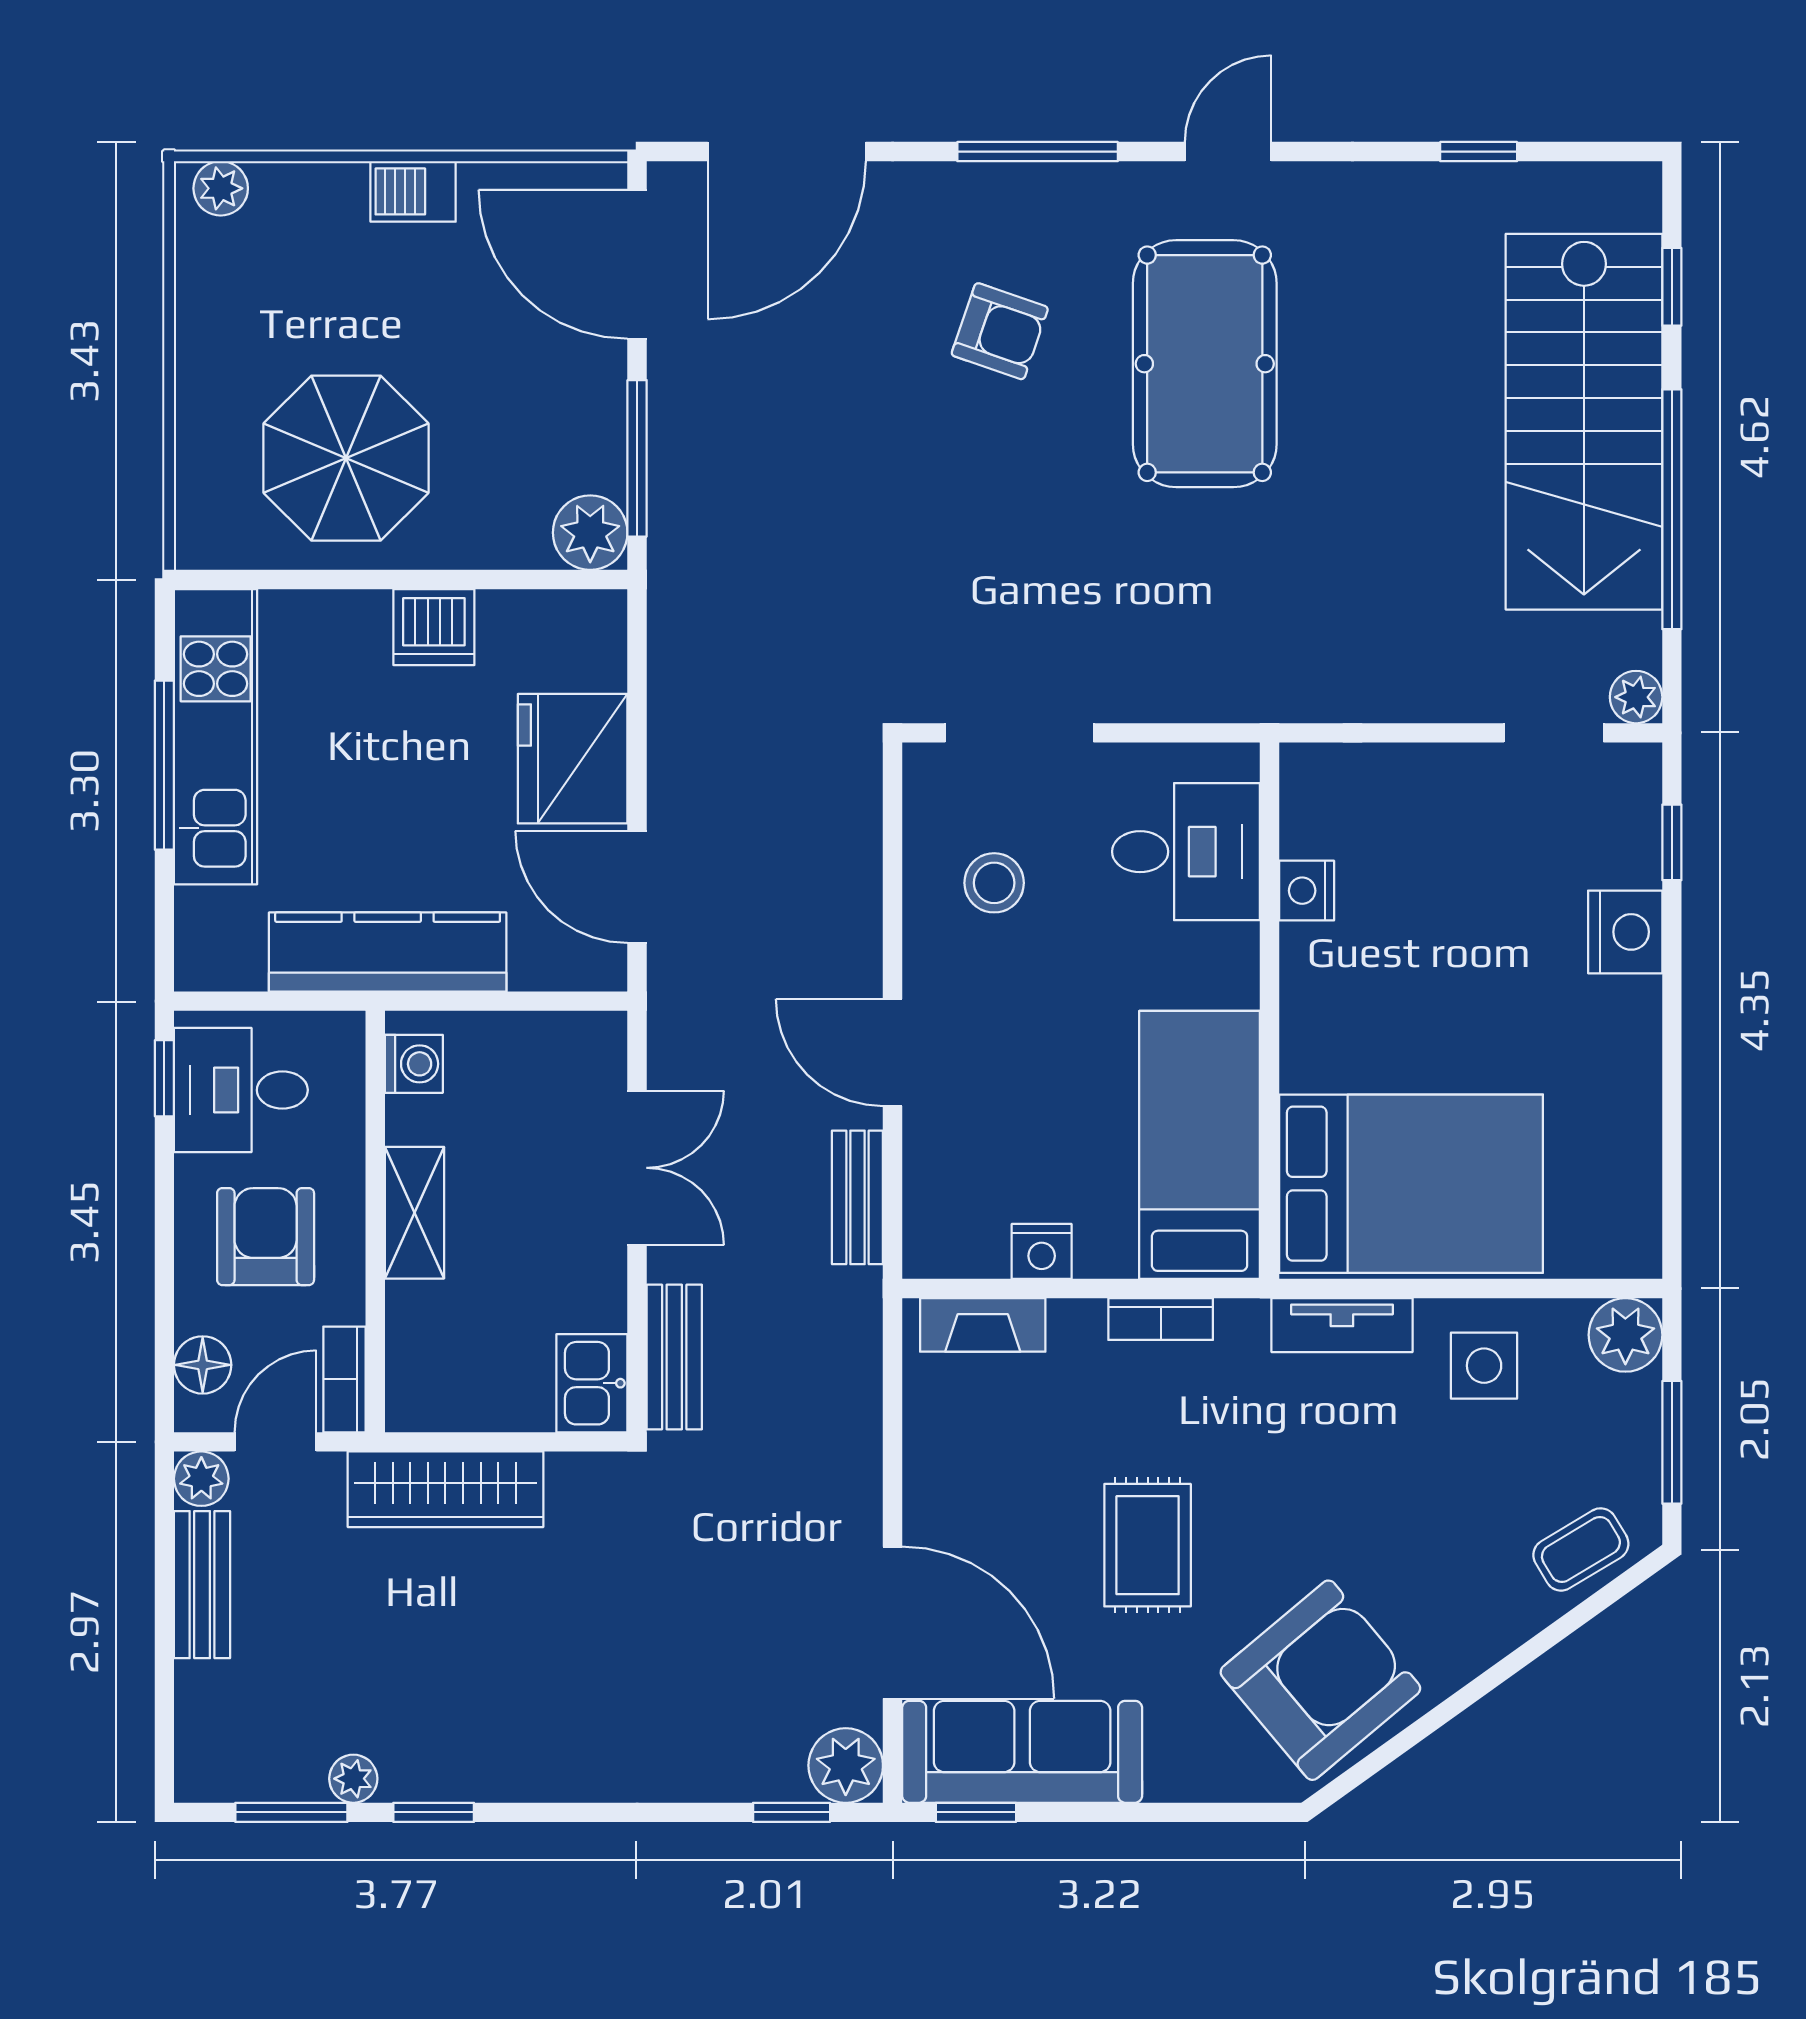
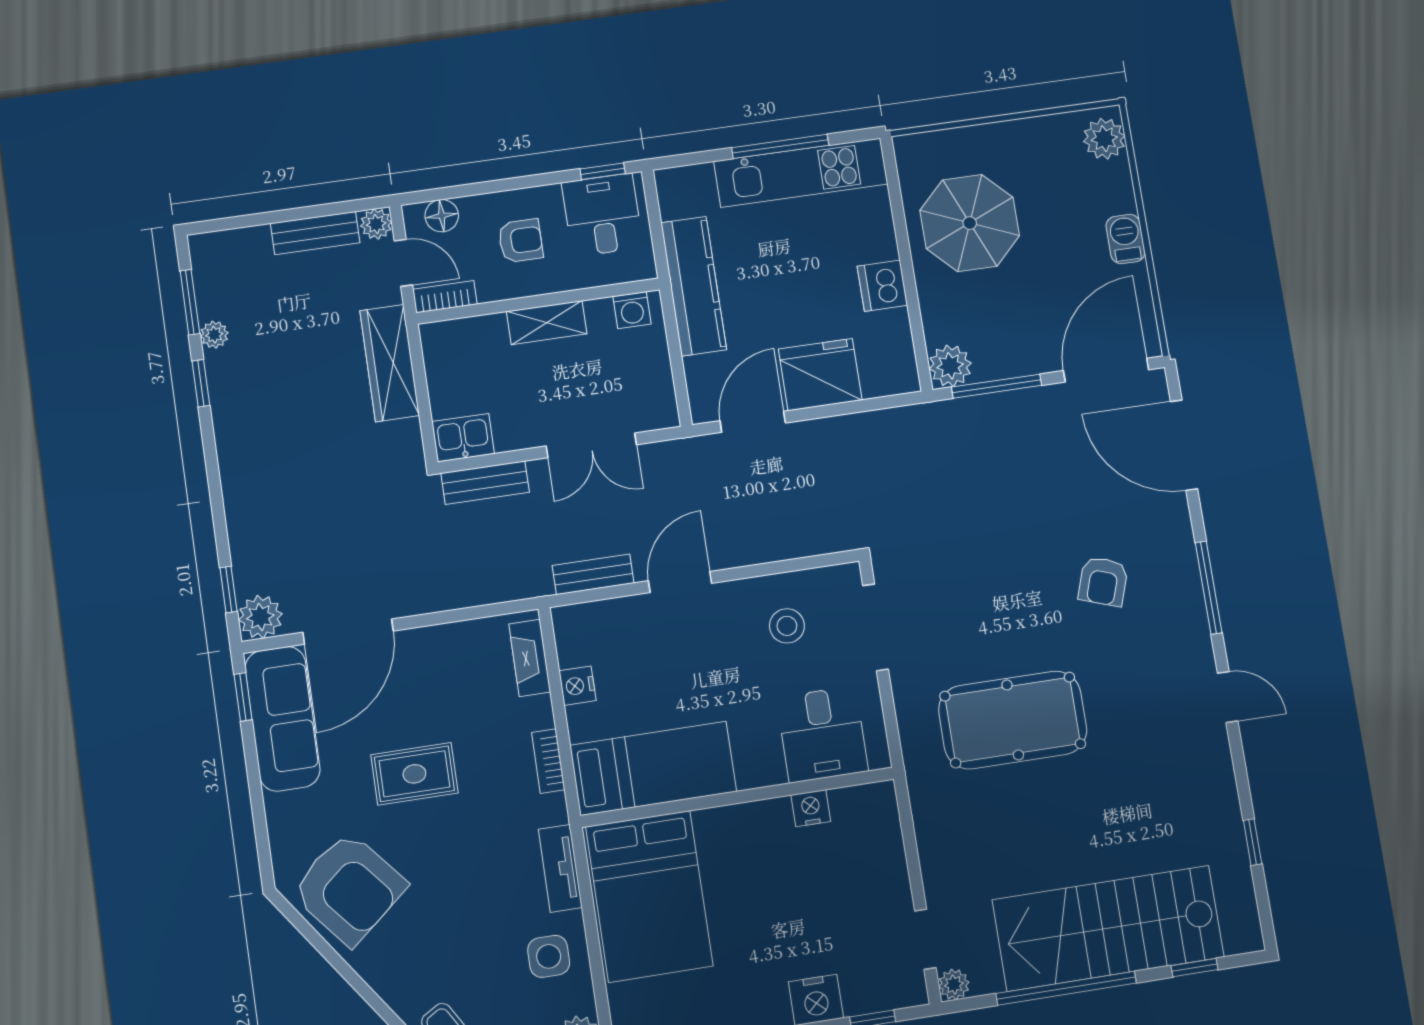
plant: (221, 188) -> (1104, 139), width x1.38, depth x1.38
pool table: (1205, 364) -> (1013, 720), moved
armchair: (266, 1237) -> (521, 241), width x0.72, depth x0.72

